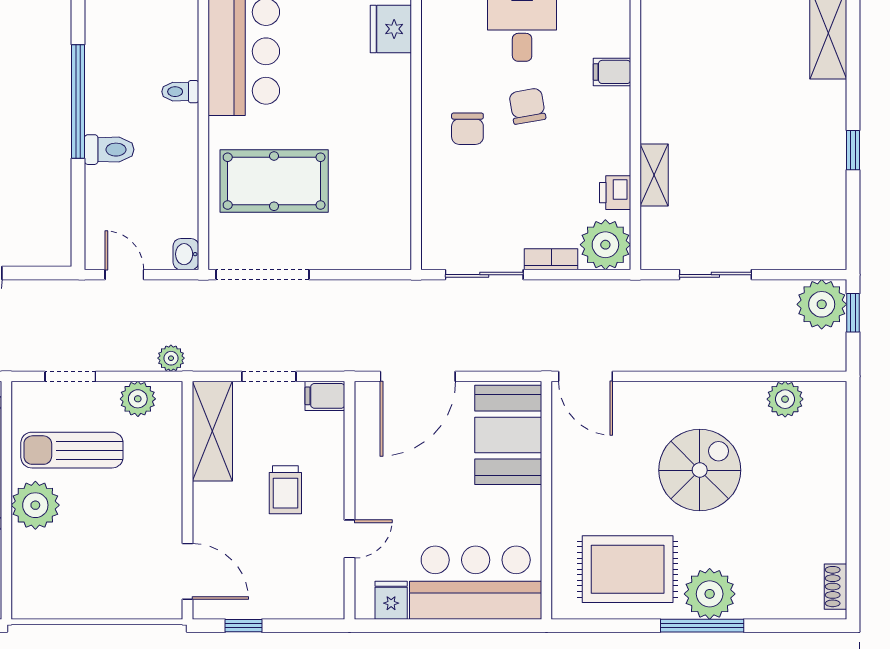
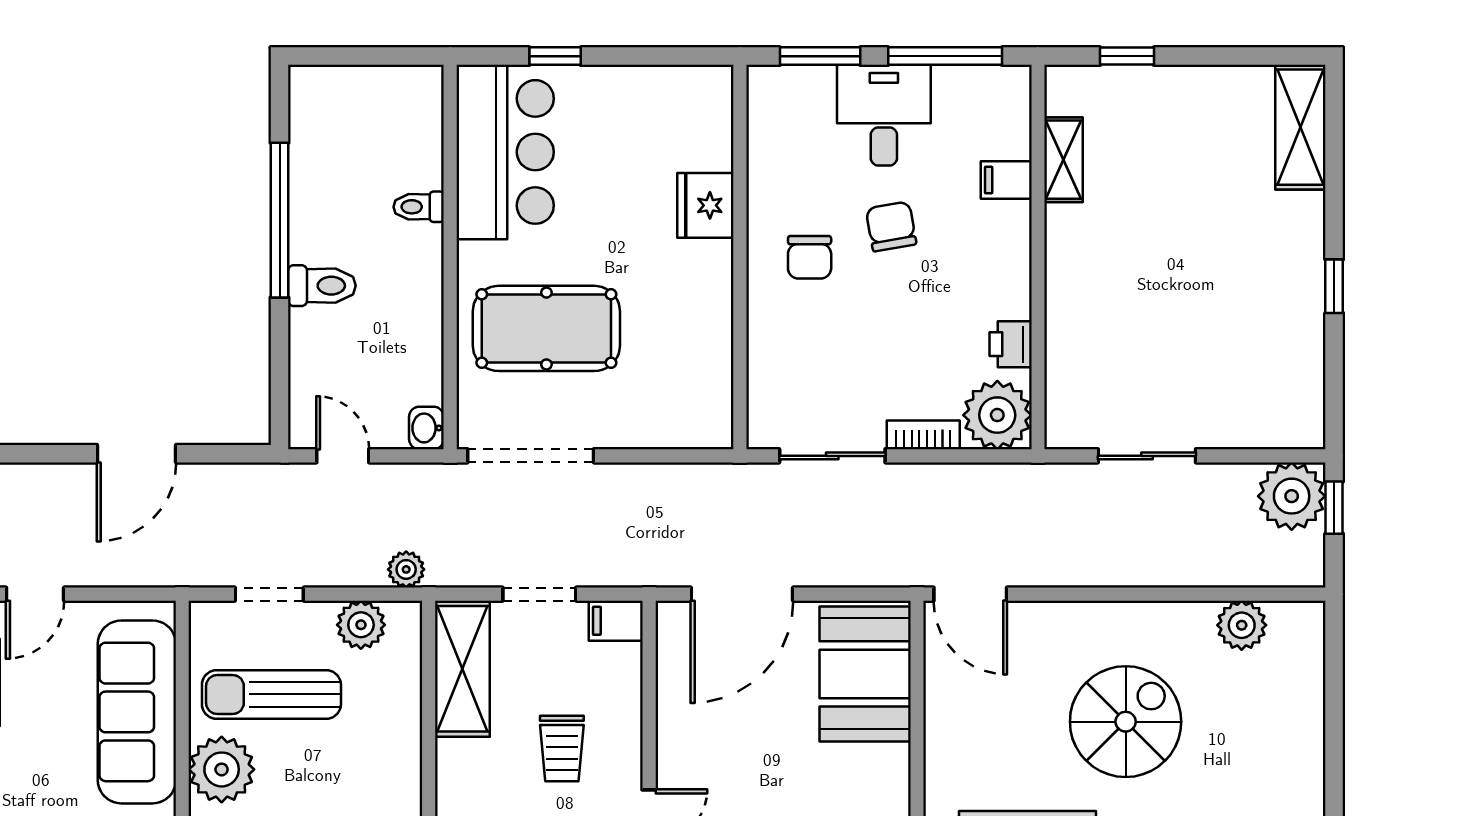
fridge: (391, 29) -> (705, 205), moved
shelving: (654, 175) -> (1064, 160), moved

